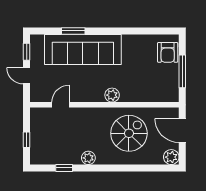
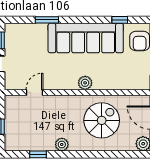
window: (147, 31) -> (120, 20), added
sofa: (83, 49) -> (86, 38), moved

